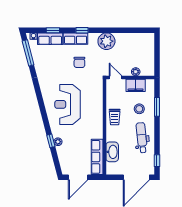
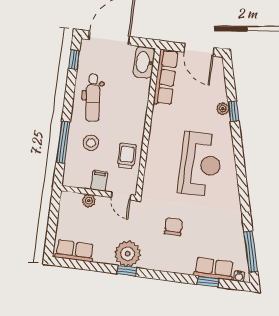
window: (82, 30) -> (127, 271), moved
row of seats: (76, 39) -> (74, 251), moved
filing cabinet: (136, 85) -> (99, 181), width x0.50
window: (157, 107) -> (63, 142), width x1.44
trolley: (115, 117) -> (127, 156), moved
washbasin: (112, 152) -> (144, 62), moved
door: (78, 177) -> (199, 50), swing flipped

